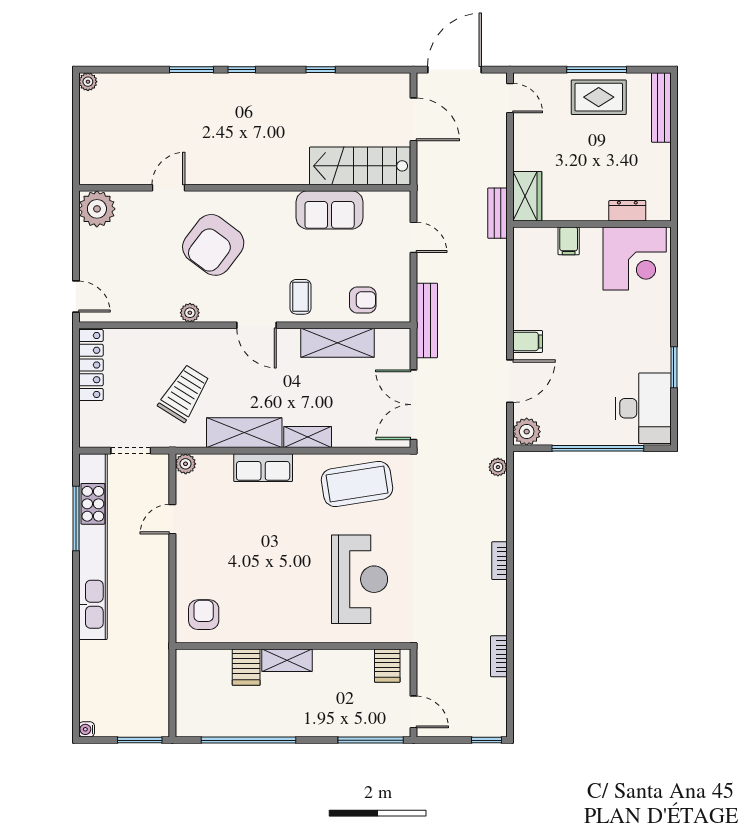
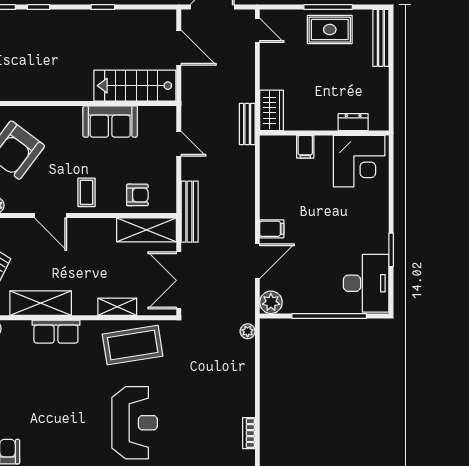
shelving: (337, 343) -> (146, 230), moved
shelving: (308, 437) -> (117, 307), moved
bookcase: (499, 561) -> (249, 433), moved

